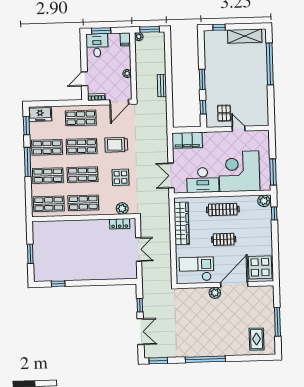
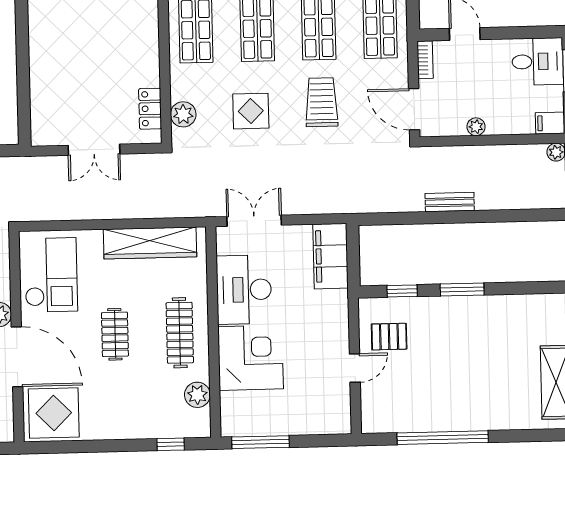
window: (270, 64) -> (443, 438), moved
corner desk: (239, 171) -> (251, 358), width x0.74, depth x0.74
plant: (264, 201) -> (197, 395), moved

